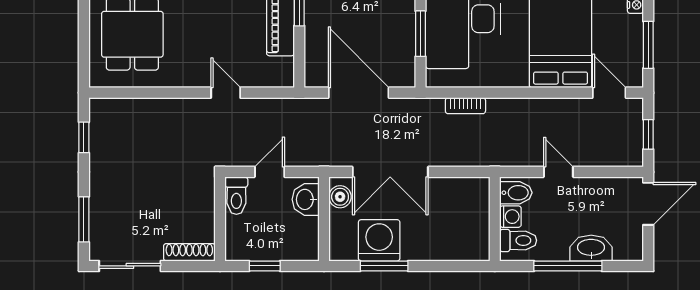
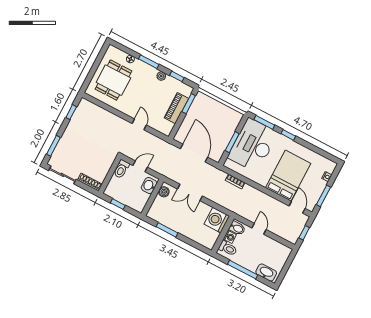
double door: (390, 172) -> (190, 192), width x0.73
door: (648, 204) -> (289, 261), removed
washing machine: (379, 240) -> (217, 220), moved, turned -90
washbasin: (591, 248) -> (266, 273), moved

